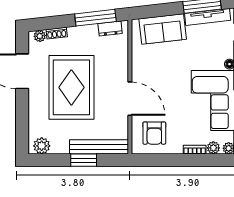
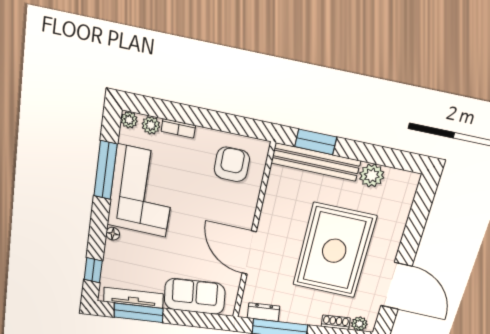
door: (130, 99) -> (249, 253), moved
plant: (42, 146) -> (372, 176), moved
window: (84, 160) -> (316, 142), moved

